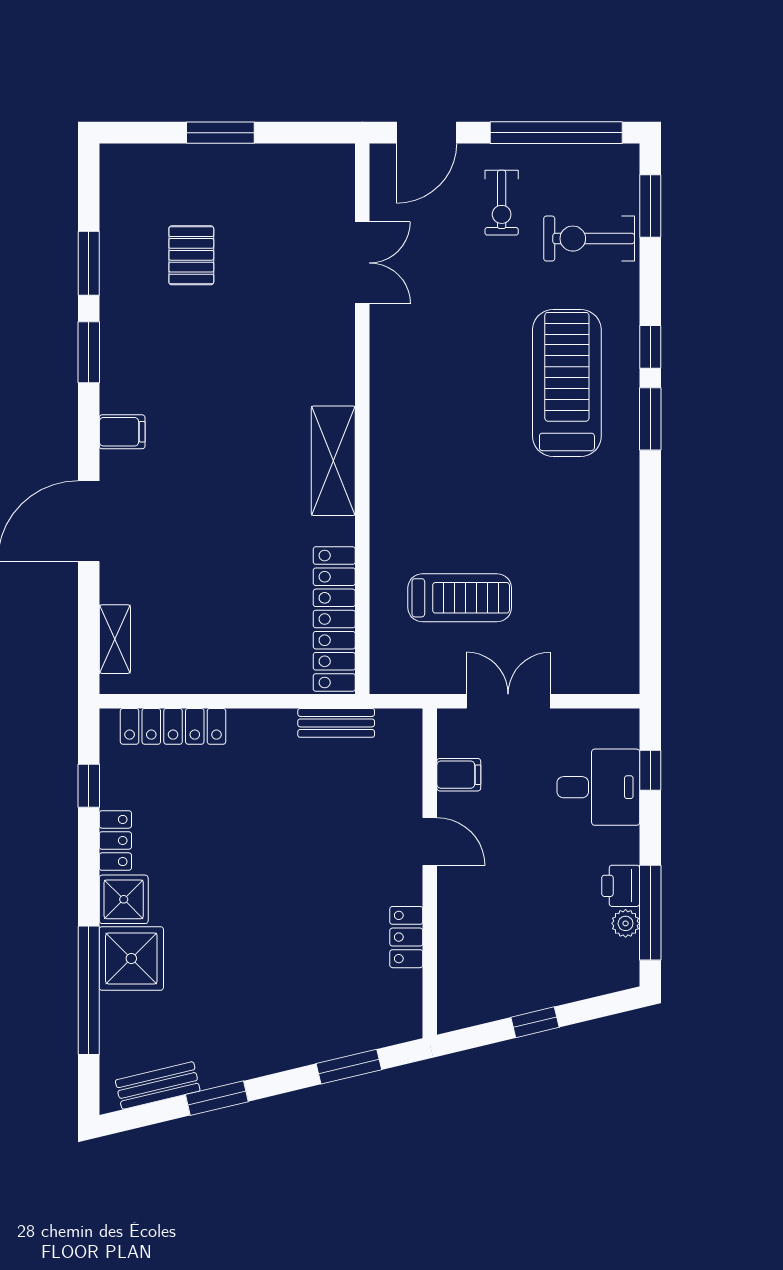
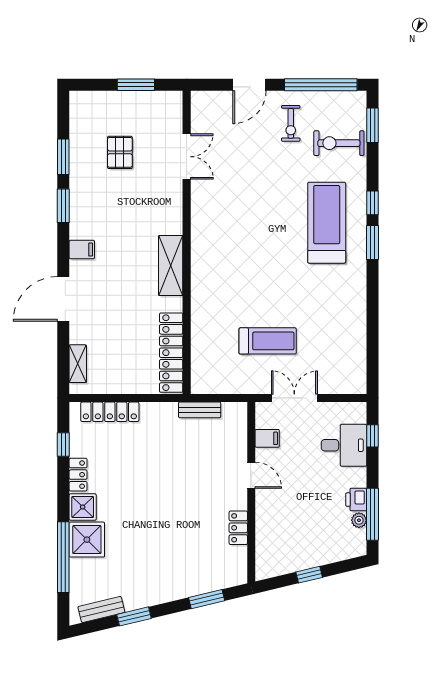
double door: (362, 263) -> (187, 157), moved
wall: (362, 419) -> (187, 242), moved
shelving: (333, 461) -> (171, 266), moved
locker: (334, 619) -> (171, 353), moved

